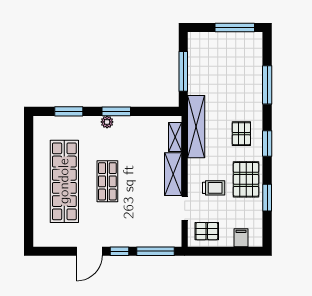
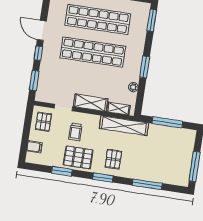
window: (69, 111) -> (152, 20), moved
plant: (107, 122) -> (133, 87), moved
pallet: (241, 134) -> (113, 159), turned 90
shop shelf: (107, 181) -> (93, 52), width x2.00, depth x1.36
window: (155, 251) -> (34, 80), width x0.69

